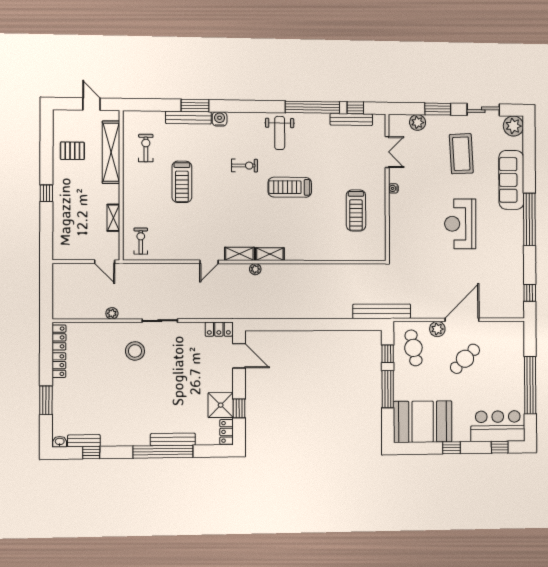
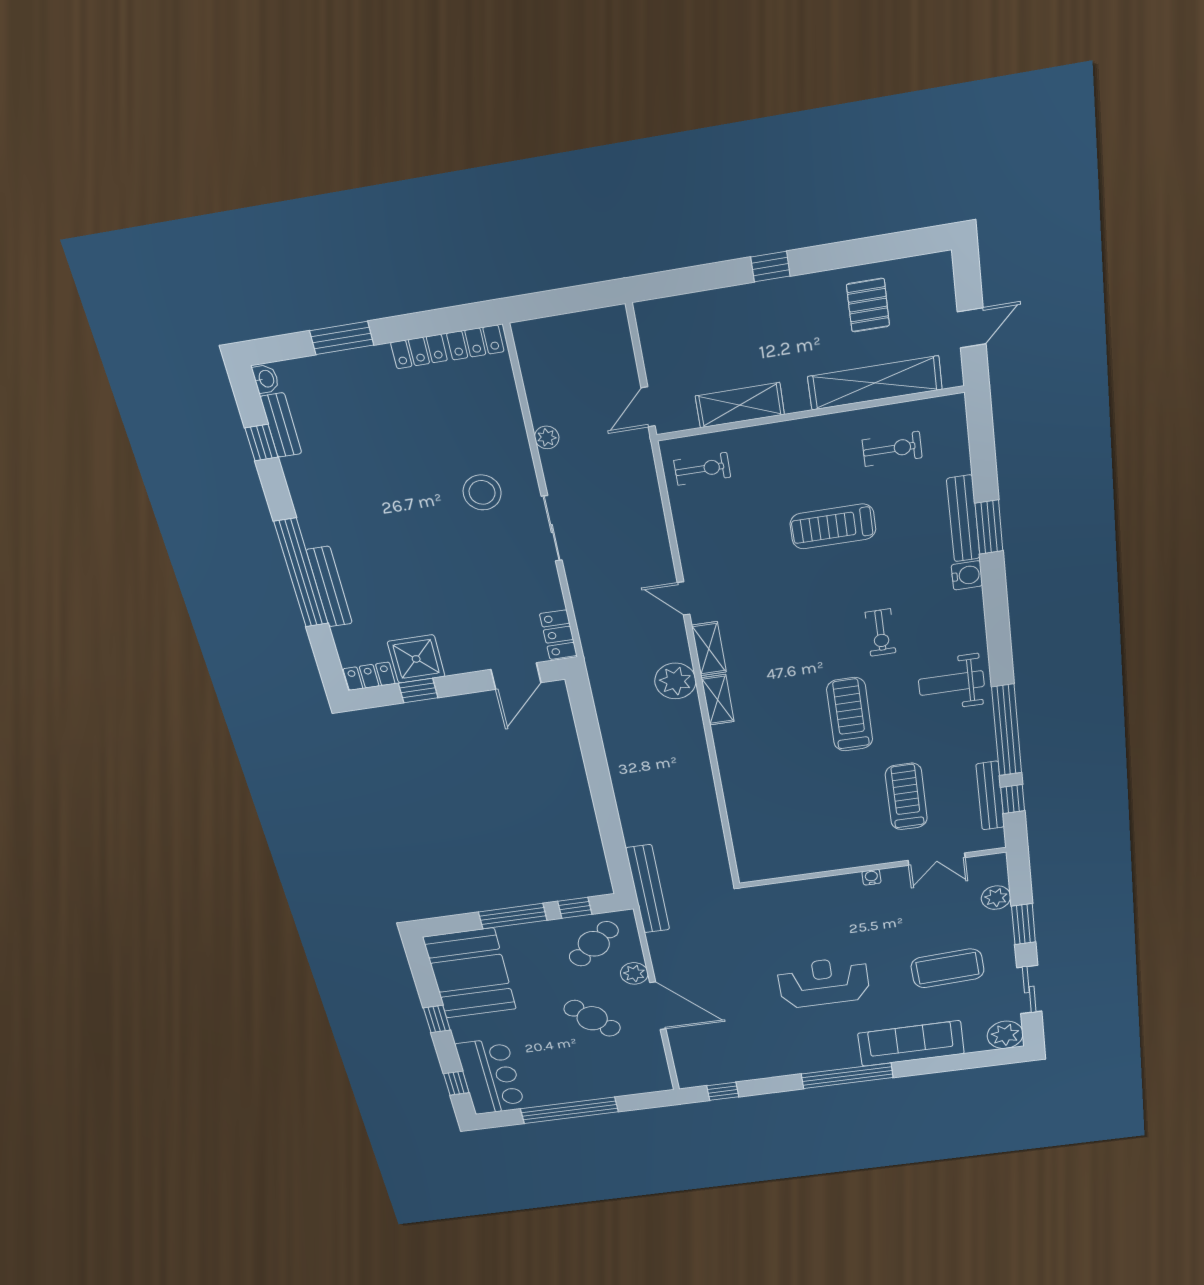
treadmill: (356, 210) -> (906, 797), moved, turned 90
shelving: (113, 218) -> (740, 405), width x1.50, depth x1.33
plant: (255, 269) -> (675, 681), width x1.88, depth x1.88
cafe table: (413, 348) -> (594, 944), turned -30

